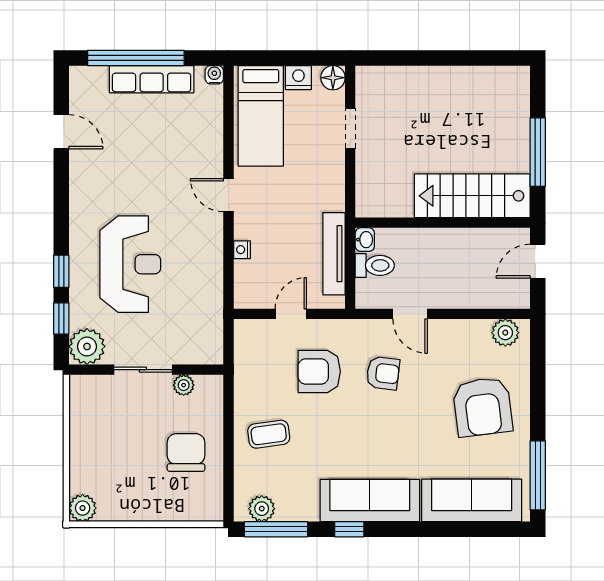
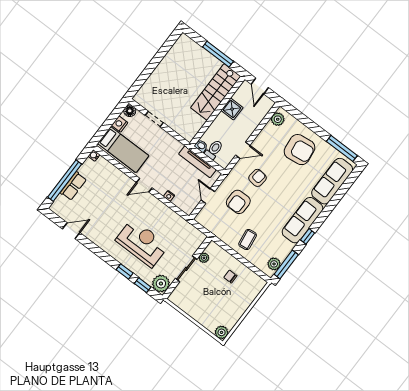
row of seats: (152, 79) -> (73, 186), width x0.68
shower: (465, 244) -> (232, 109), added
chair: (186, 452) -> (230, 277), width x0.54, depth x0.54

